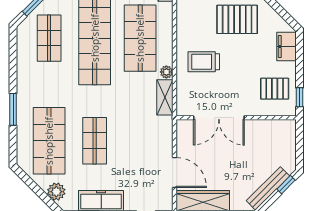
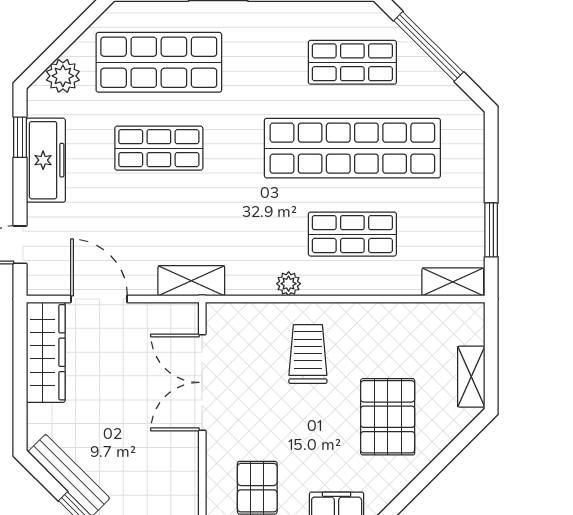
shop shelf: (140, 38) -> (352, 234), width x0.70, depth x0.74
shelving: (165, 97) -> (191, 281), moved
door: (175, 172) -> (99, 299), swing flipped

